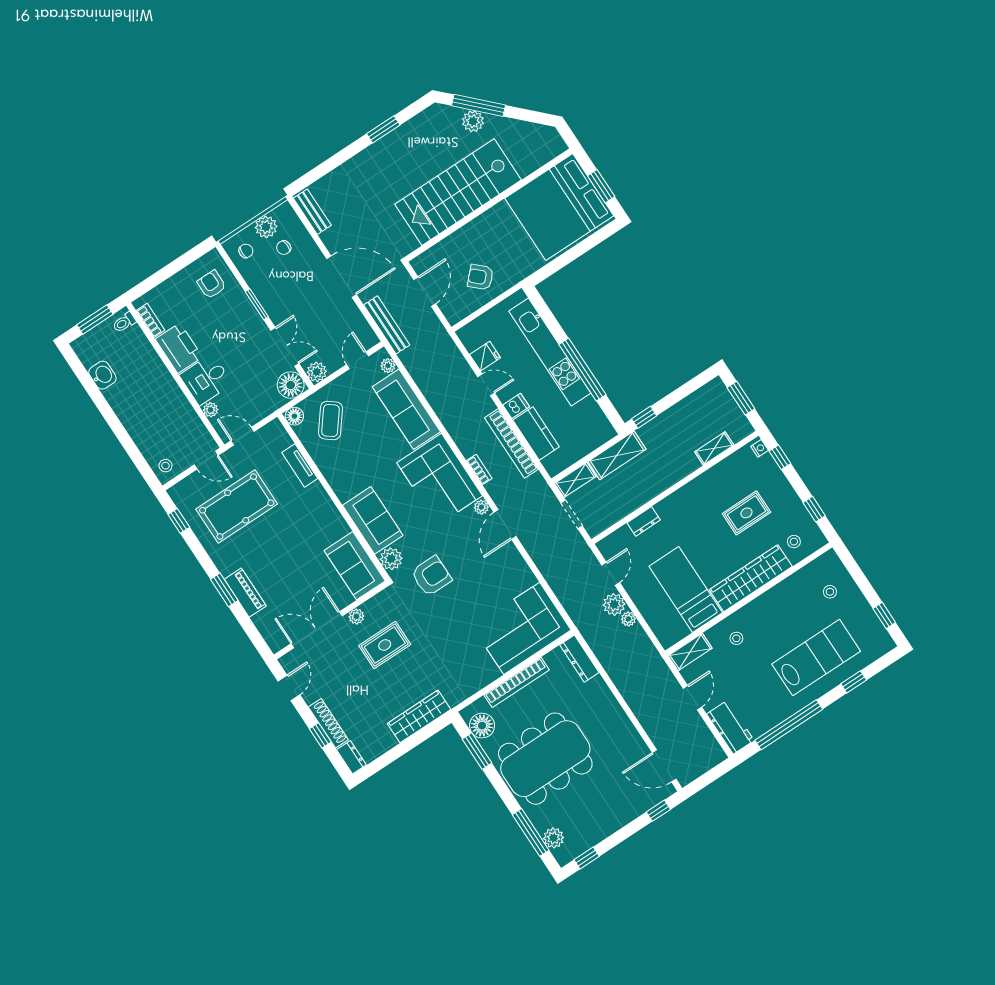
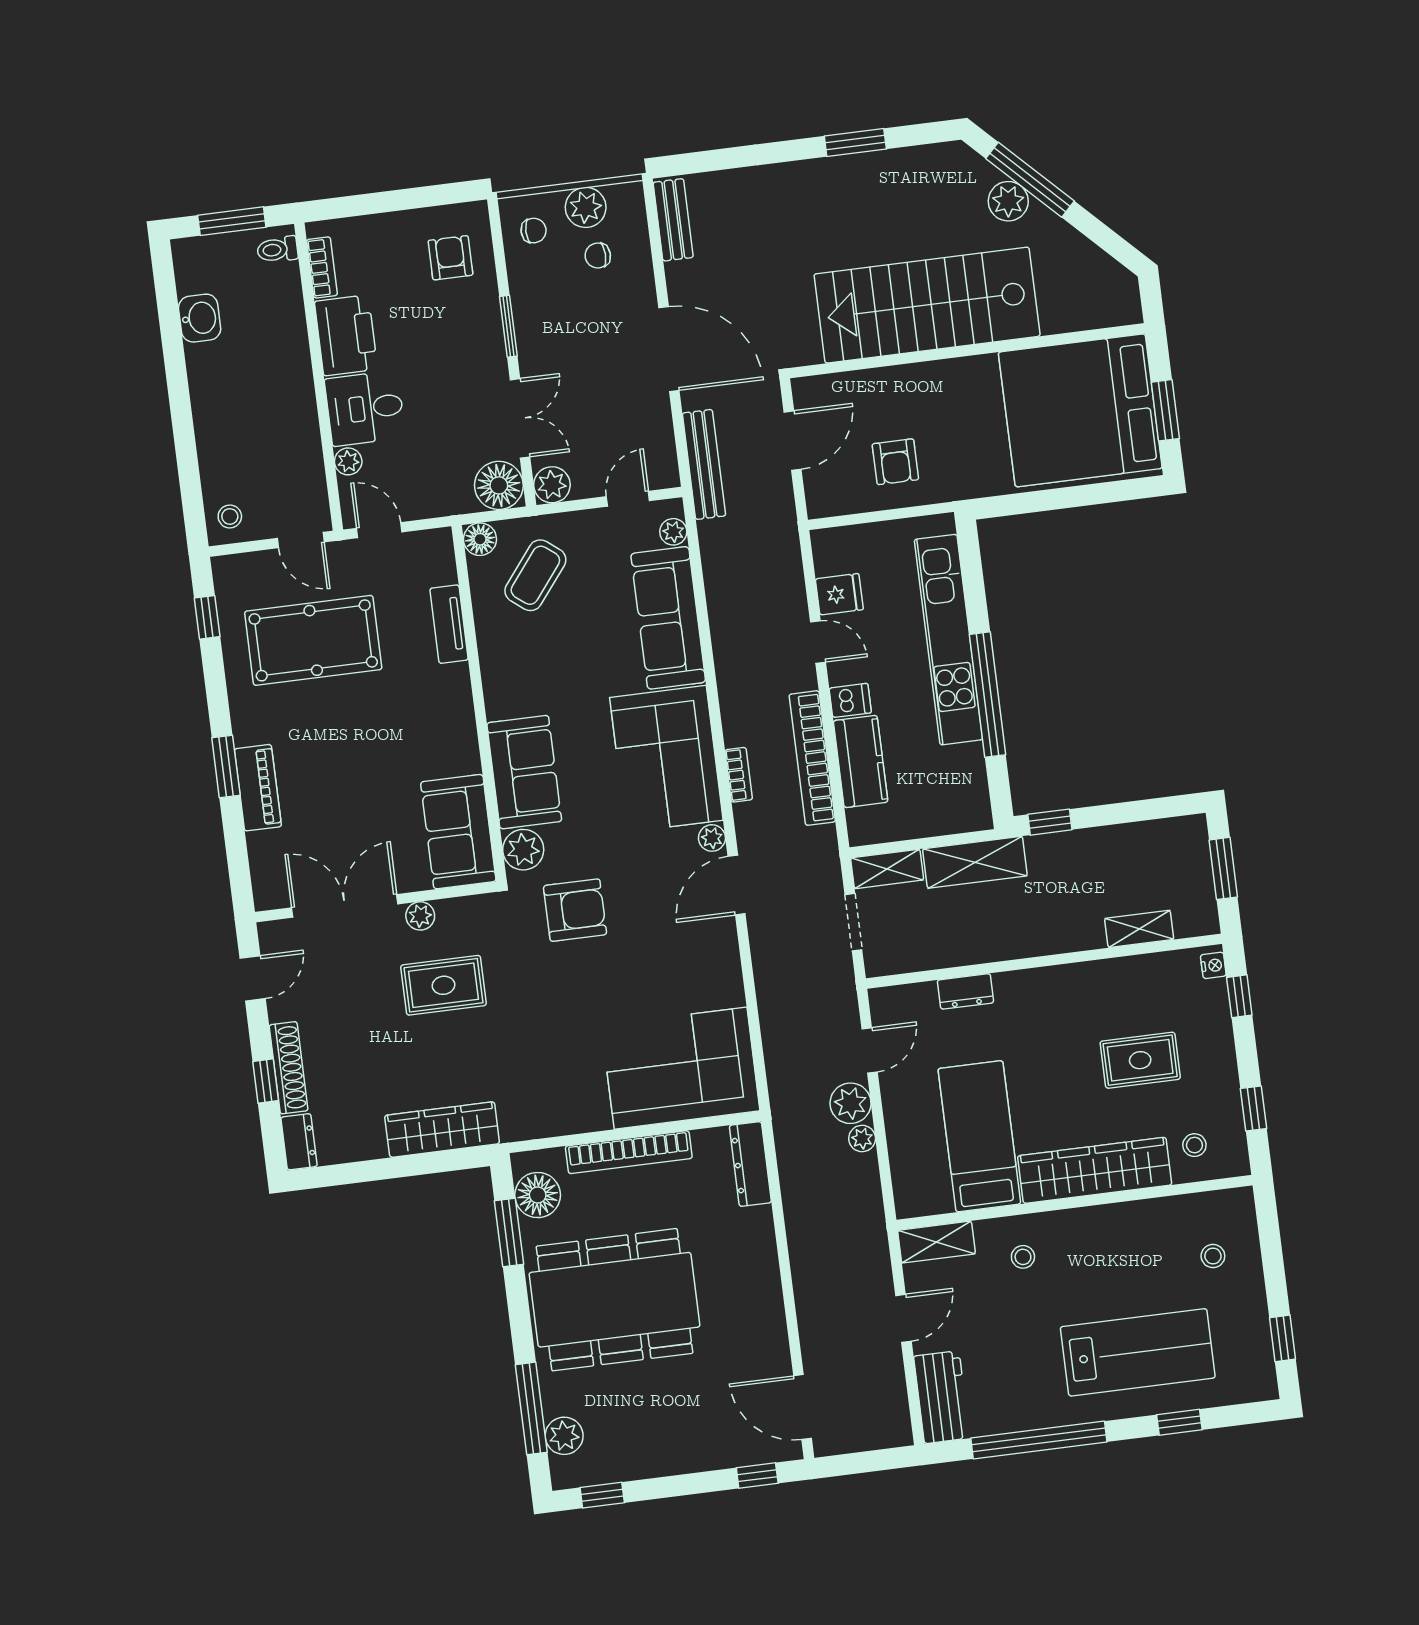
armchair: (480, 277) -> (895, 462), turned -134

